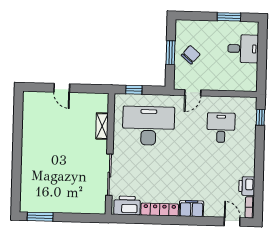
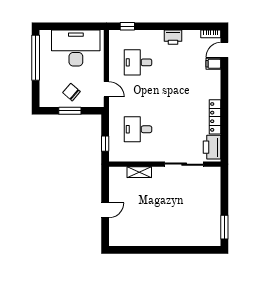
window: (229, 17) -> (36, 58), width x2.11
desk: (243, 49) -> (76, 48), width x1.87, depth x1.30
desk: (149, 126) -> (138, 129), width x0.53, depth x0.77
printer: (247, 186) -> (173, 37), moved
filing cabinet: (191, 209) -> (213, 64), moved, width x0.50

